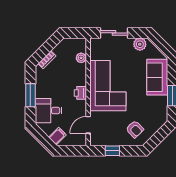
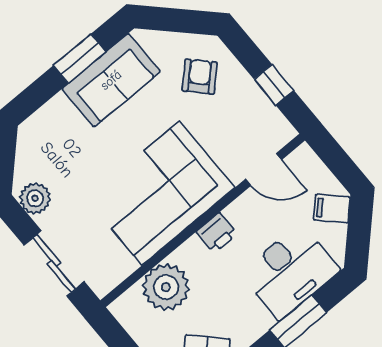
plant: (81, 58) -> (166, 287), width x1.88, depth x1.88
sofa: (157, 77) -> (111, 80), moved
desk: (48, 111) -> (290, 272), width x1.37

